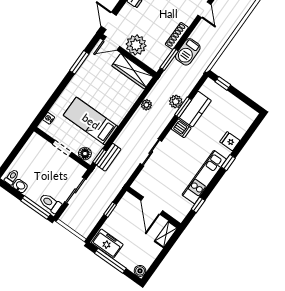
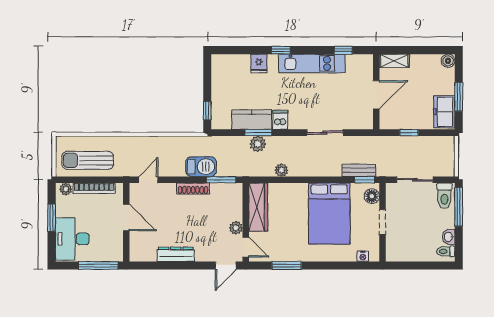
plant: (136, 45) -> (236, 228), width x0.53, depth x0.53
bed: (91, 121) -> (329, 213), width x1.50
window: (110, 261) -> (459, 97), width x0.69

